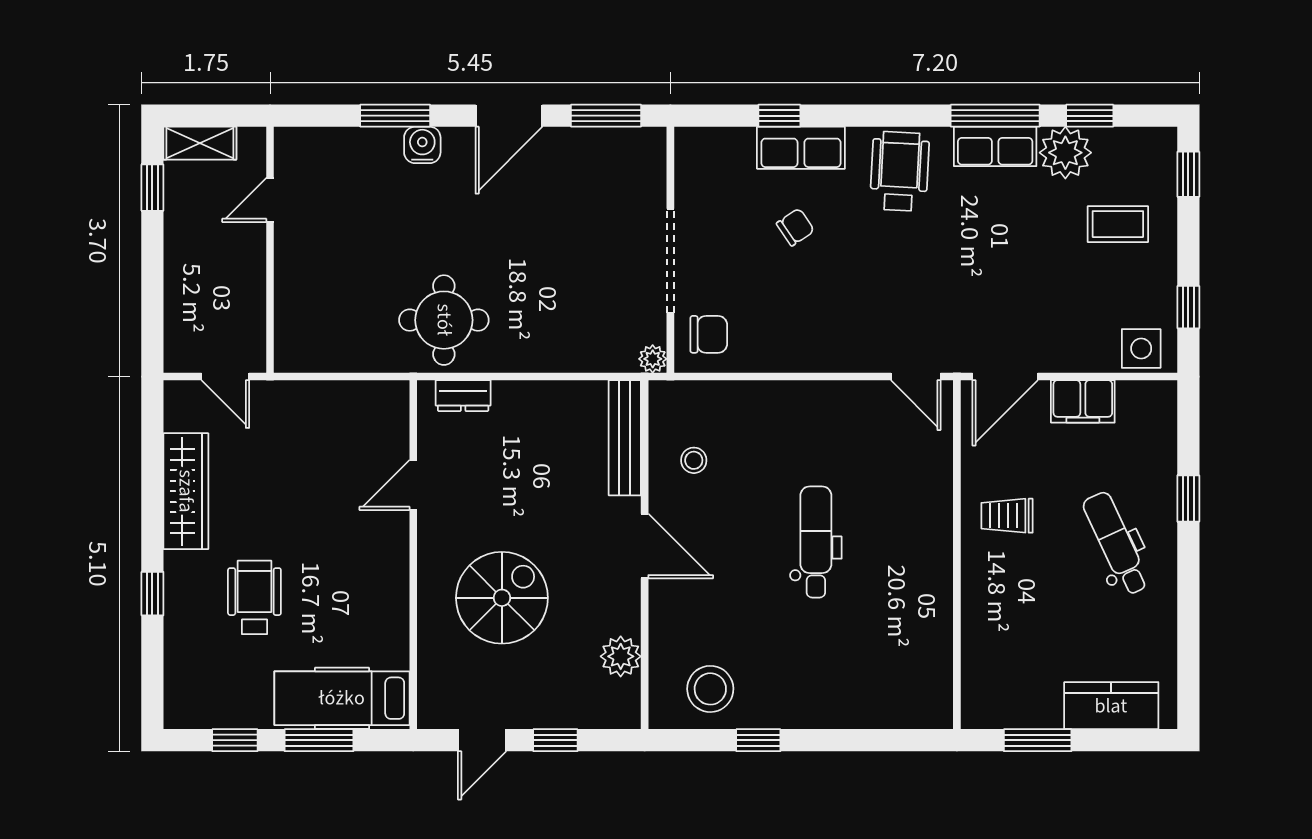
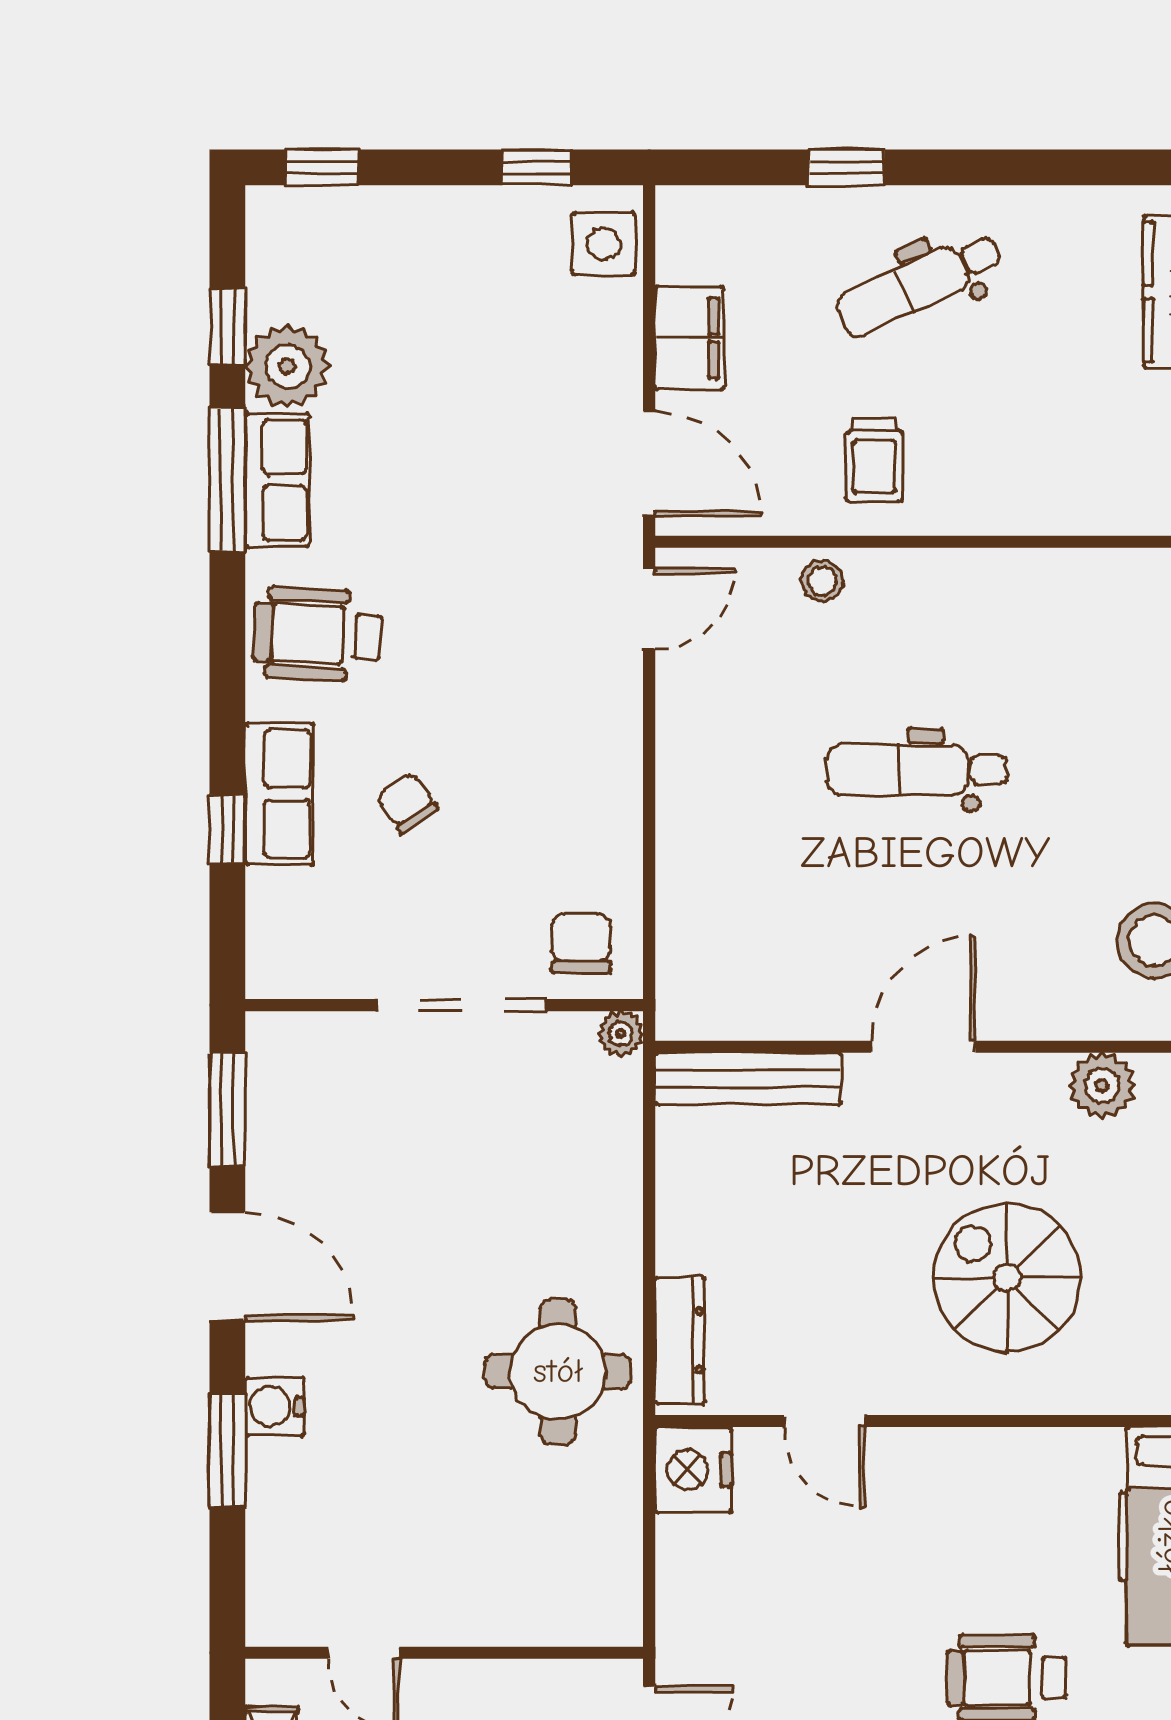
coffee table: (1118, 224) -> (403, 281), removed
dresser: (463, 396) -> (680, 1340), width x1.44
nightstand: (383, 404) -> (693, 1470), added
stool: (694, 460) -> (822, 581), moved

